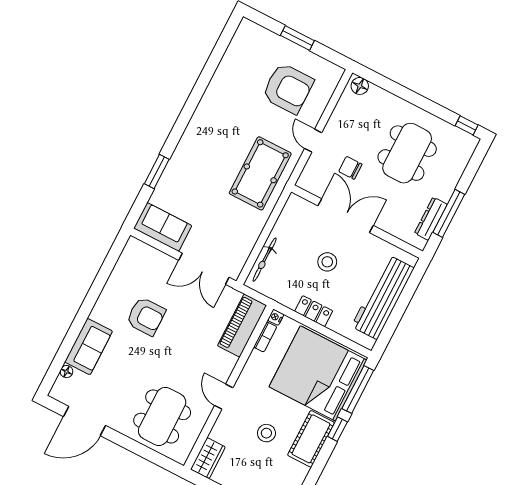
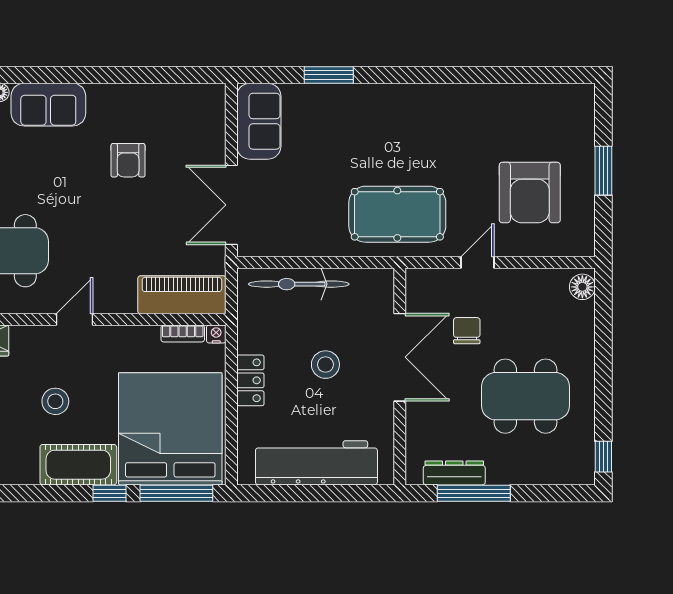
bicycle: (265, 260) -> (299, 284), width x1.37, depth x1.40
armchair: (146, 316) -> (128, 160), width x0.72, depth x0.72

